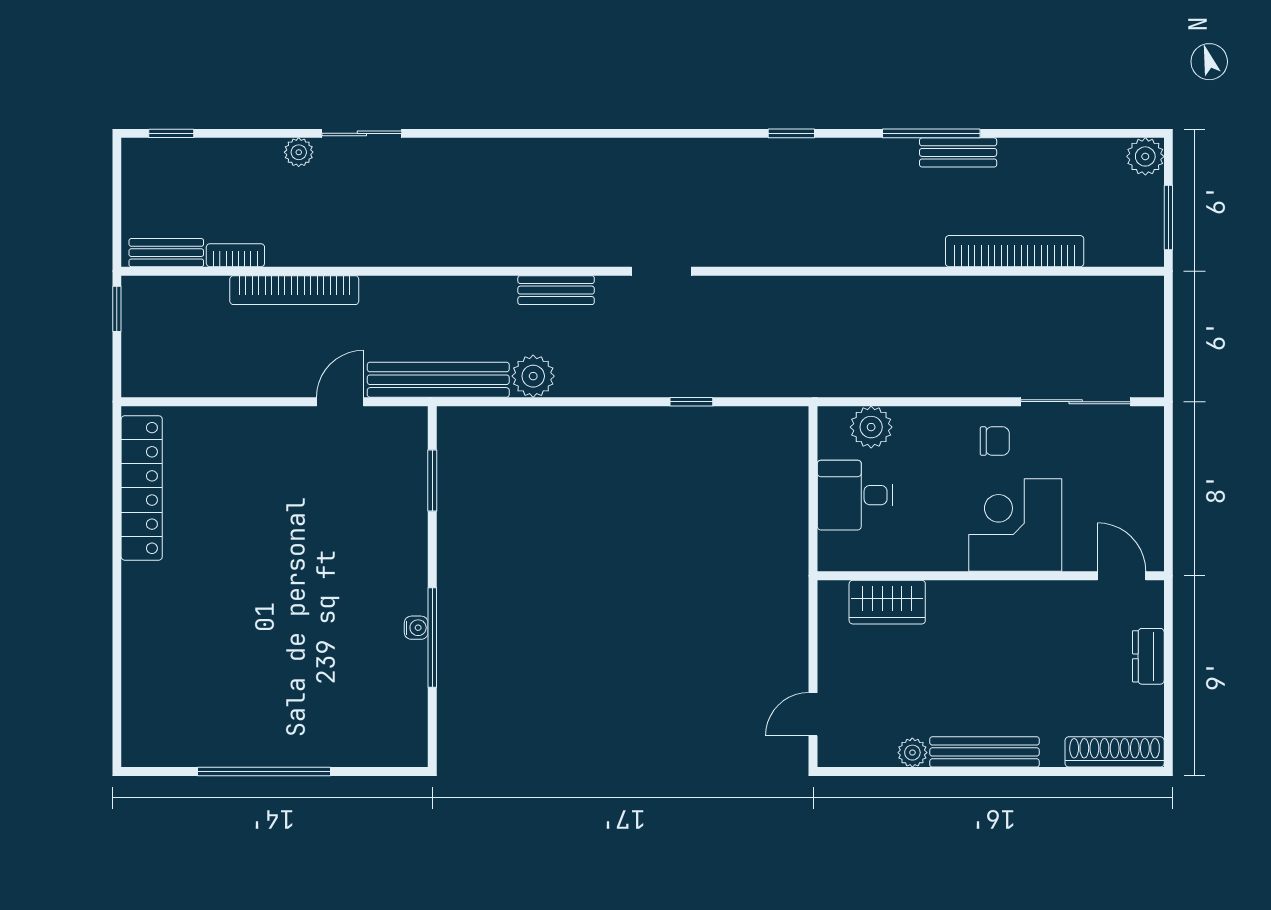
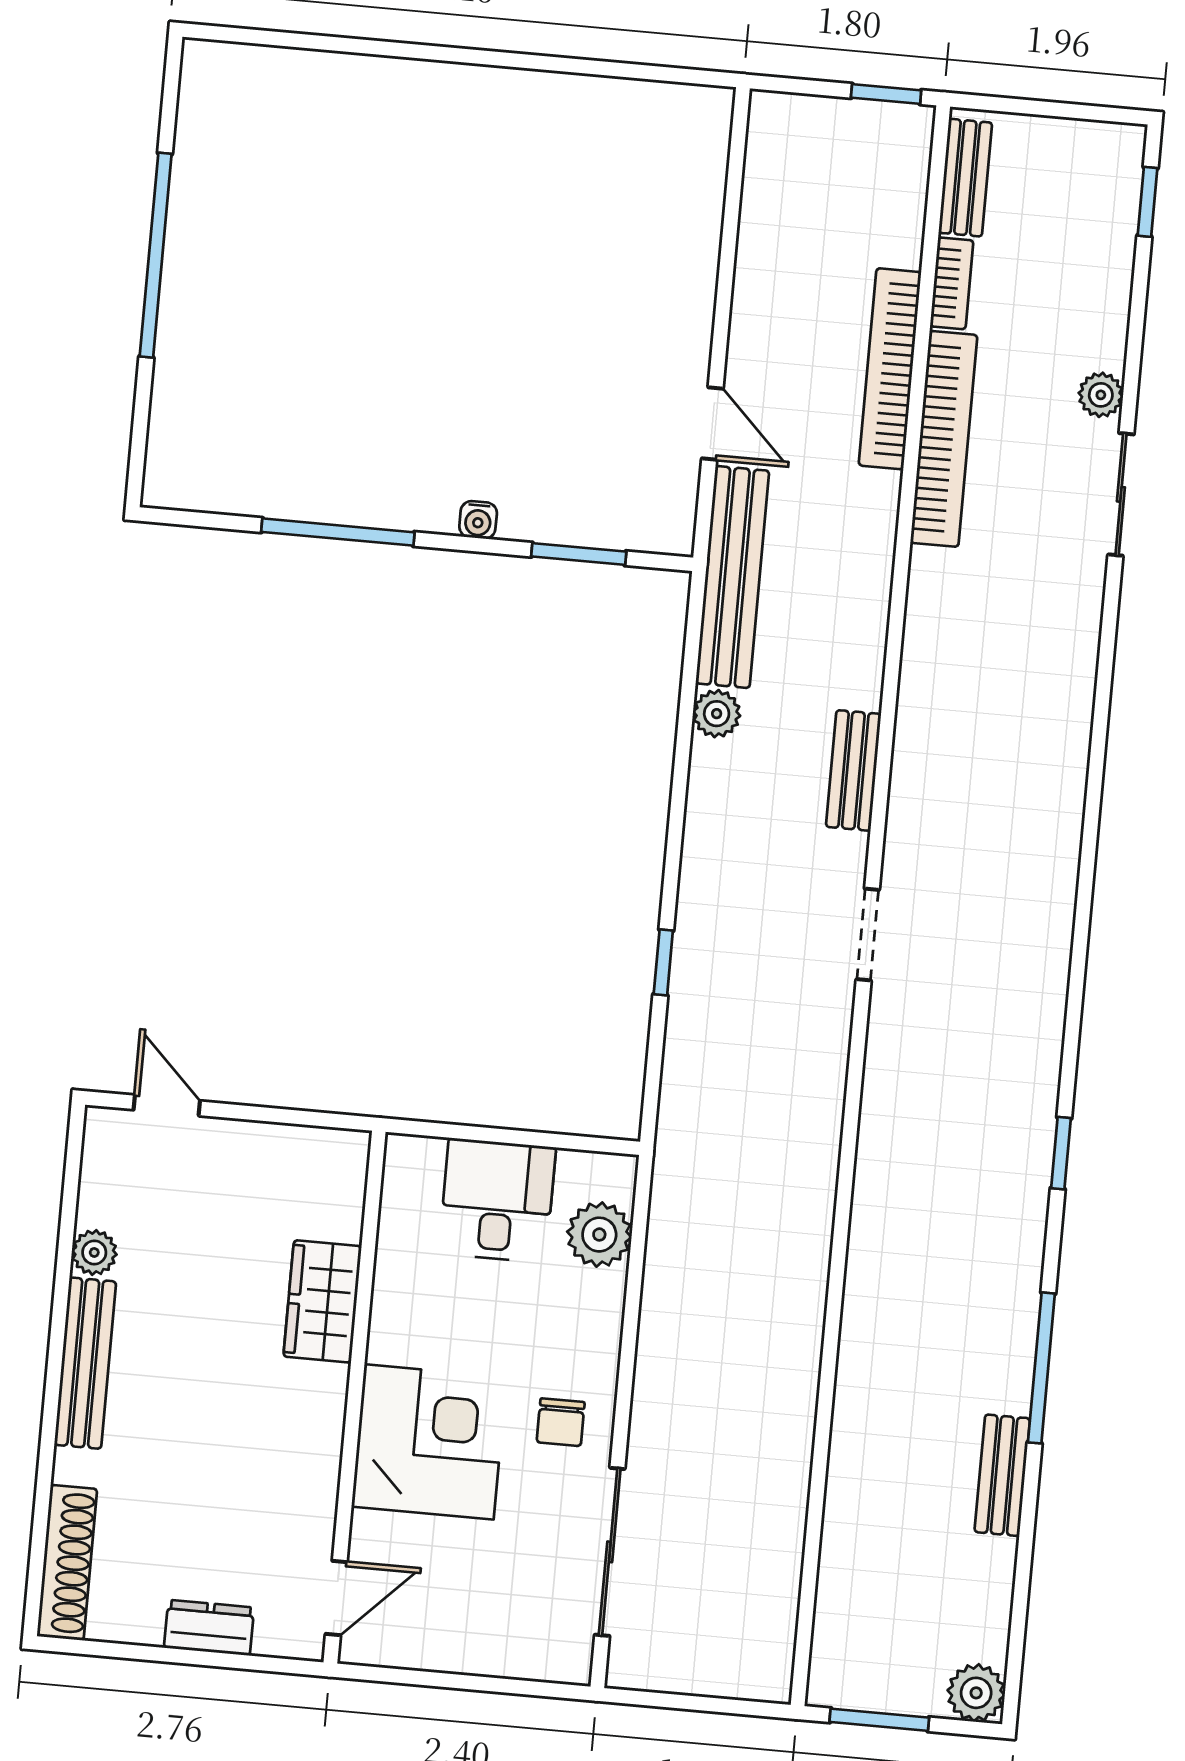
bench: (958, 152) -> (1002, 1475), moved
bookcase: (1015, 251) -> (944, 439), moved
plant: (533, 376) -> (717, 714), width x0.73, depth x0.73
locker: (142, 488) -> (608, 107), removed
wardrobe: (887, 602) -> (322, 1301), moved
water cooler: (416, 628) -> (478, 520), moved

